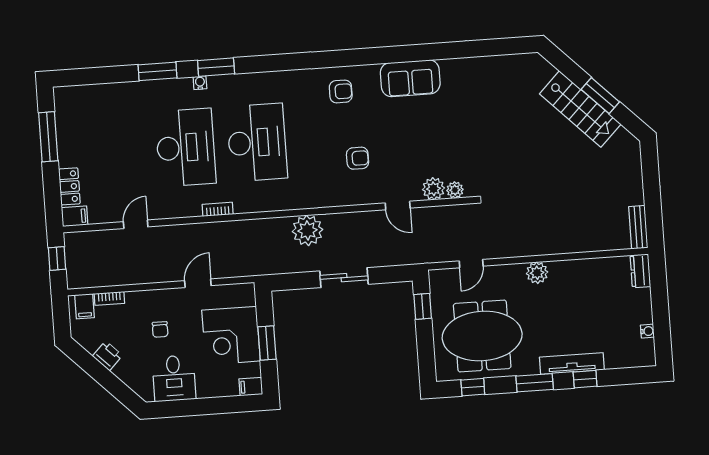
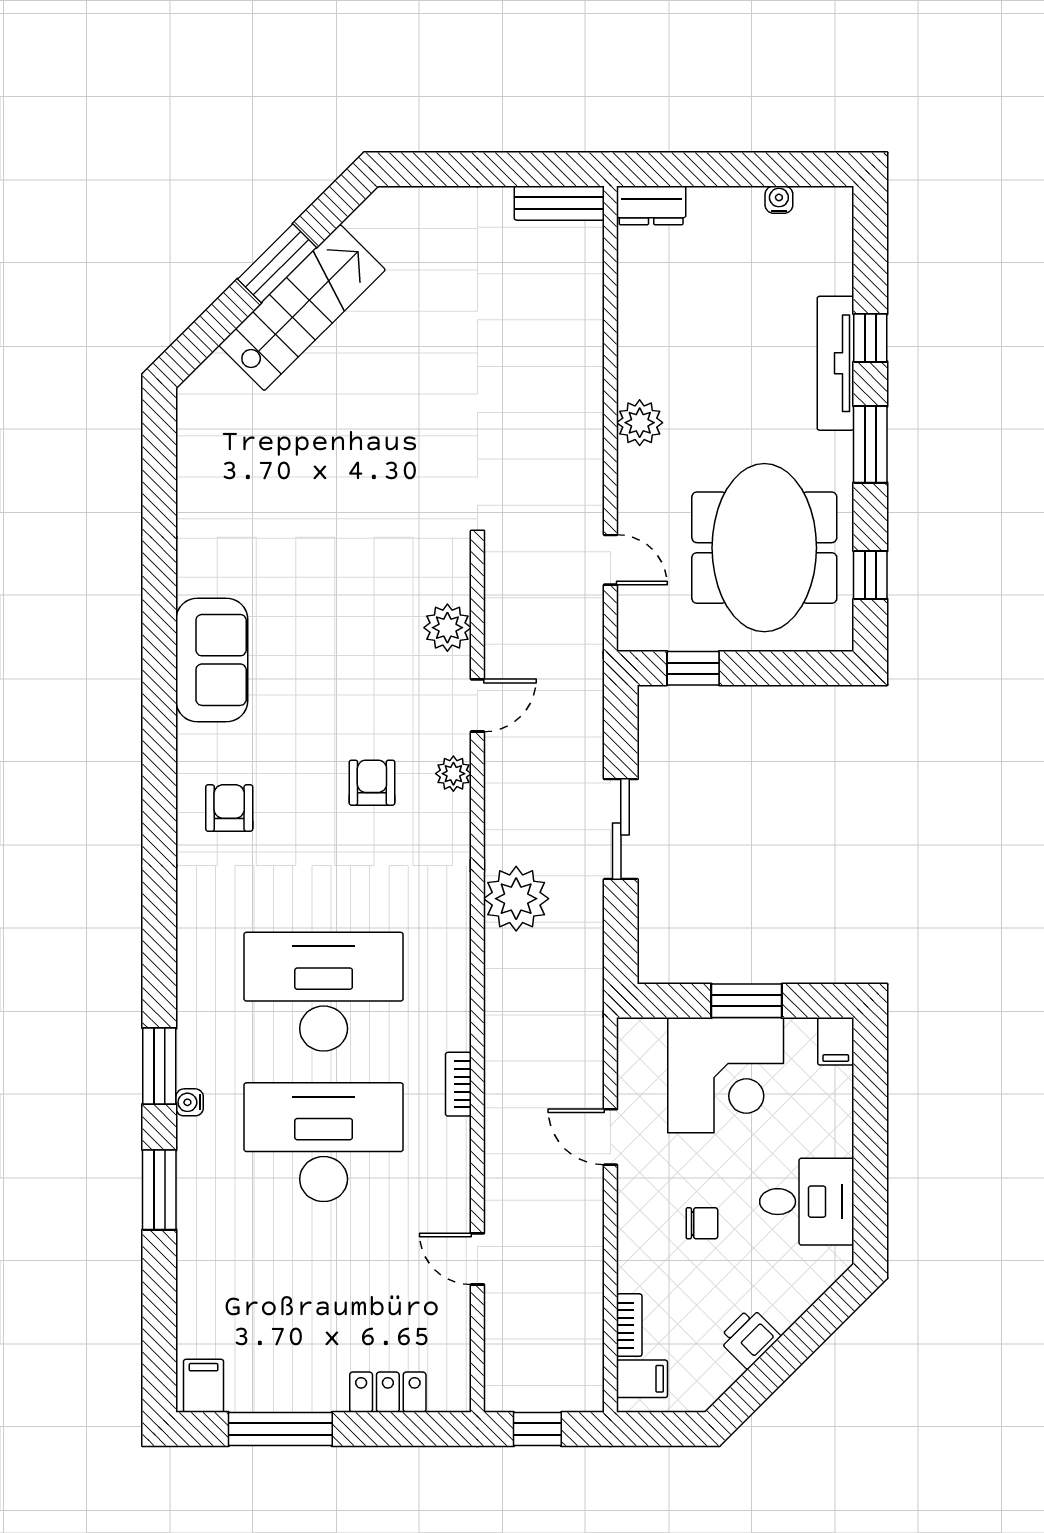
plant: (455, 190) -> (453, 774), moved
filing cabinet: (75, 216) -> (204, 1386), moved

